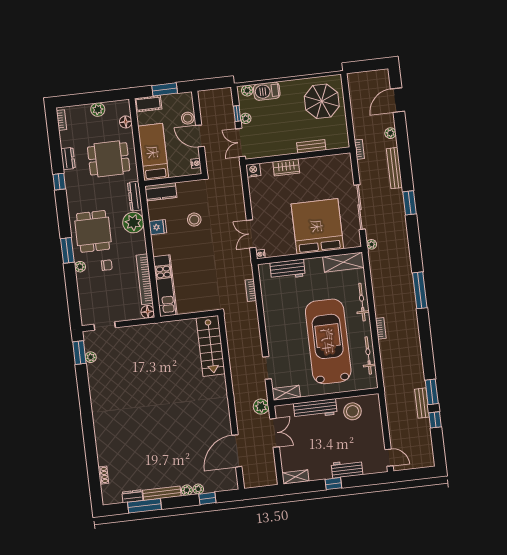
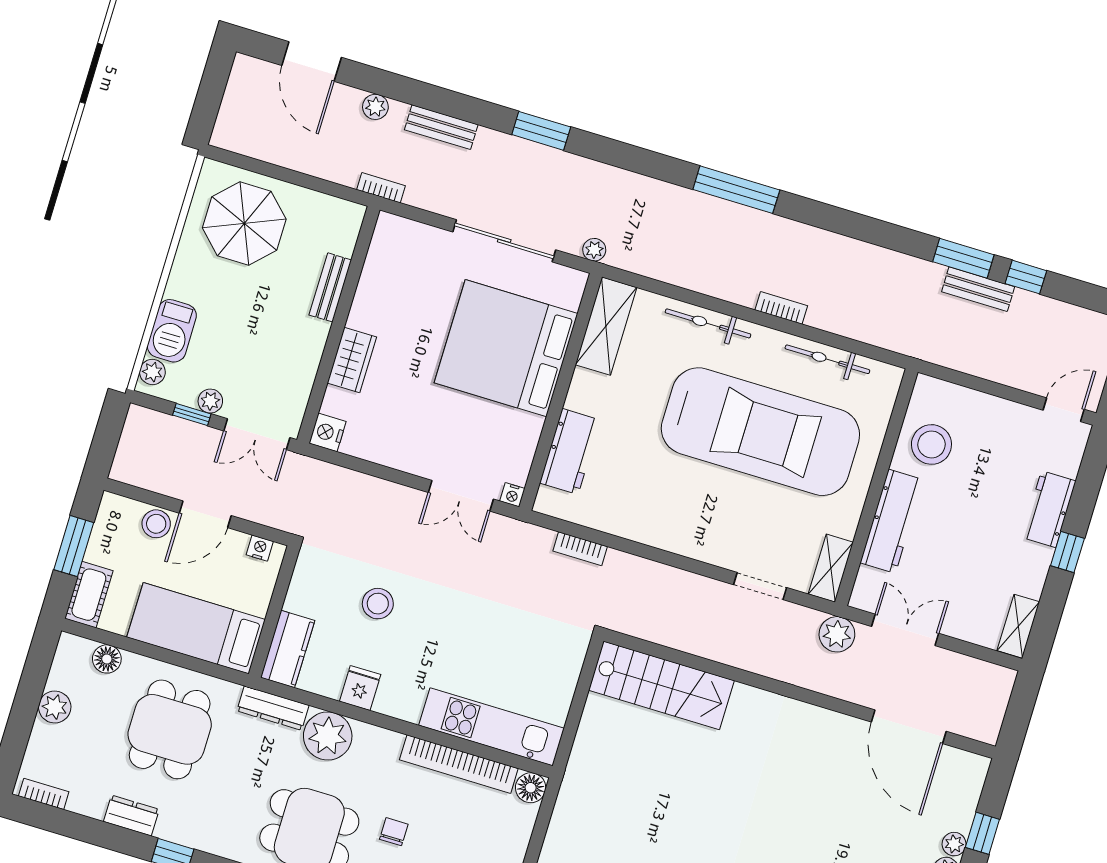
bench: (394, 168) -> (441, 127), width x0.73
car: (328, 341) -> (760, 432), turned 180

